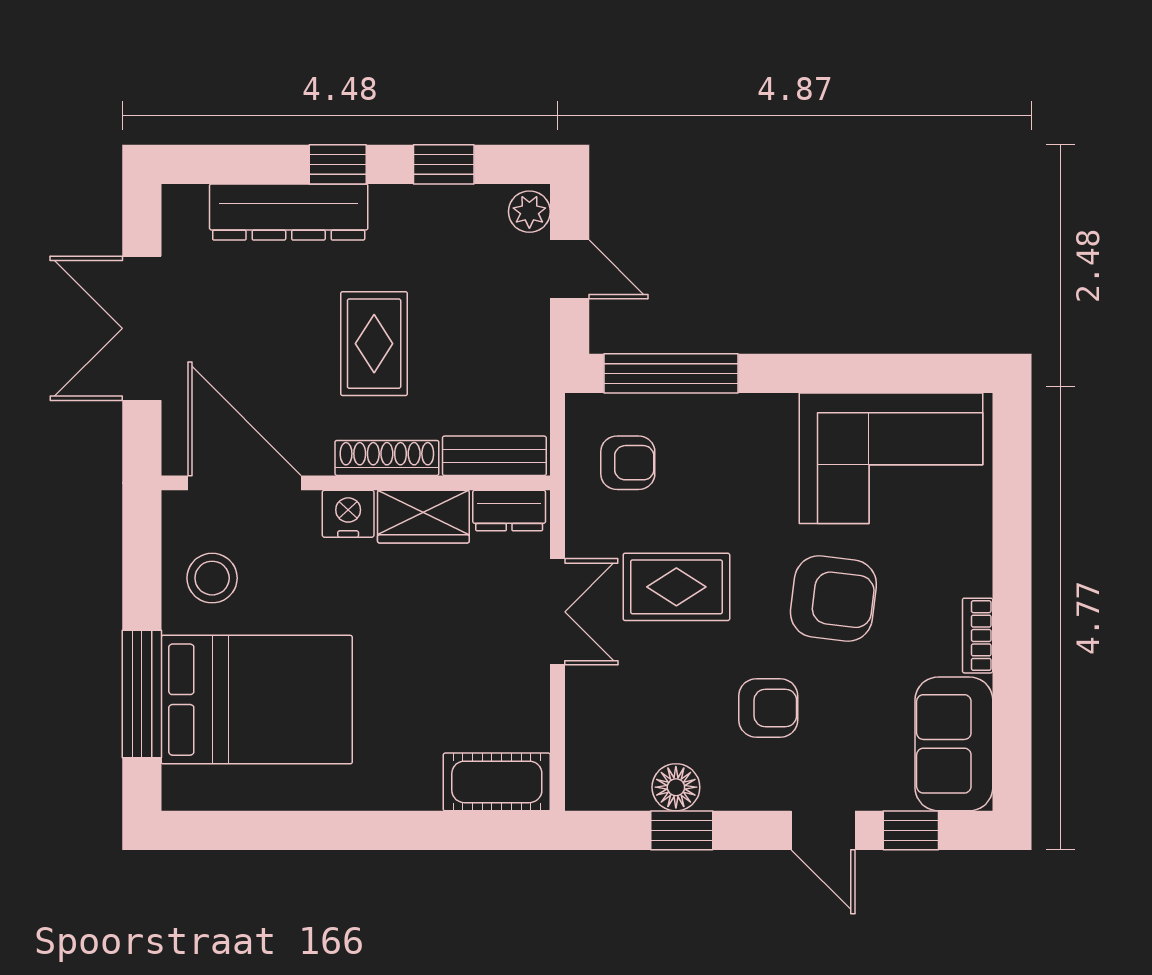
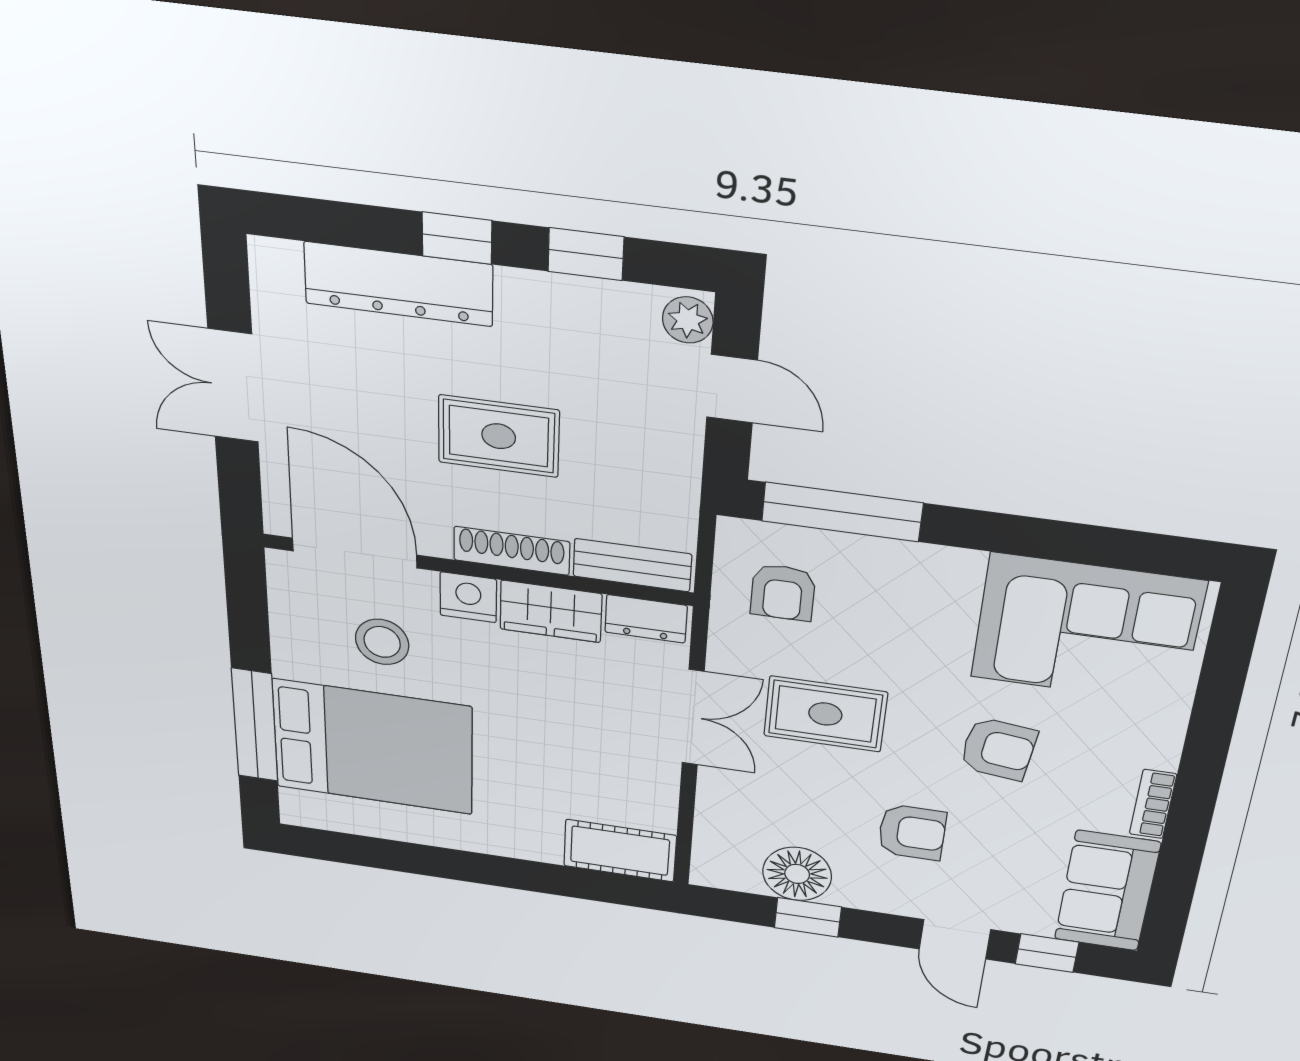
double door: (142, 328) -> (233, 386), width x0.73
rug: (374, 344) -> (499, 436), turned 90
armchair: (628, 463) -> (783, 592), turned 90
stool: (212, 578) -> (382, 642), moved
armchair: (833, 599) -> (998, 749), width x0.72, depth x0.72
floor lamp: (676, 787) -> (797, 874), width x1.38, depth x1.38

